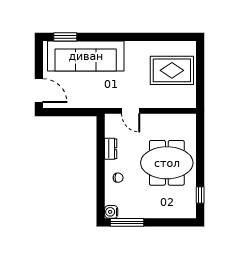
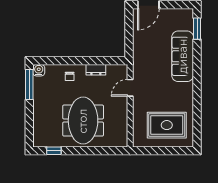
sofa: (86, 56) -> (183, 56), width x0.74, depth x0.79
rug: (172, 70) -> (167, 125), turned 90

